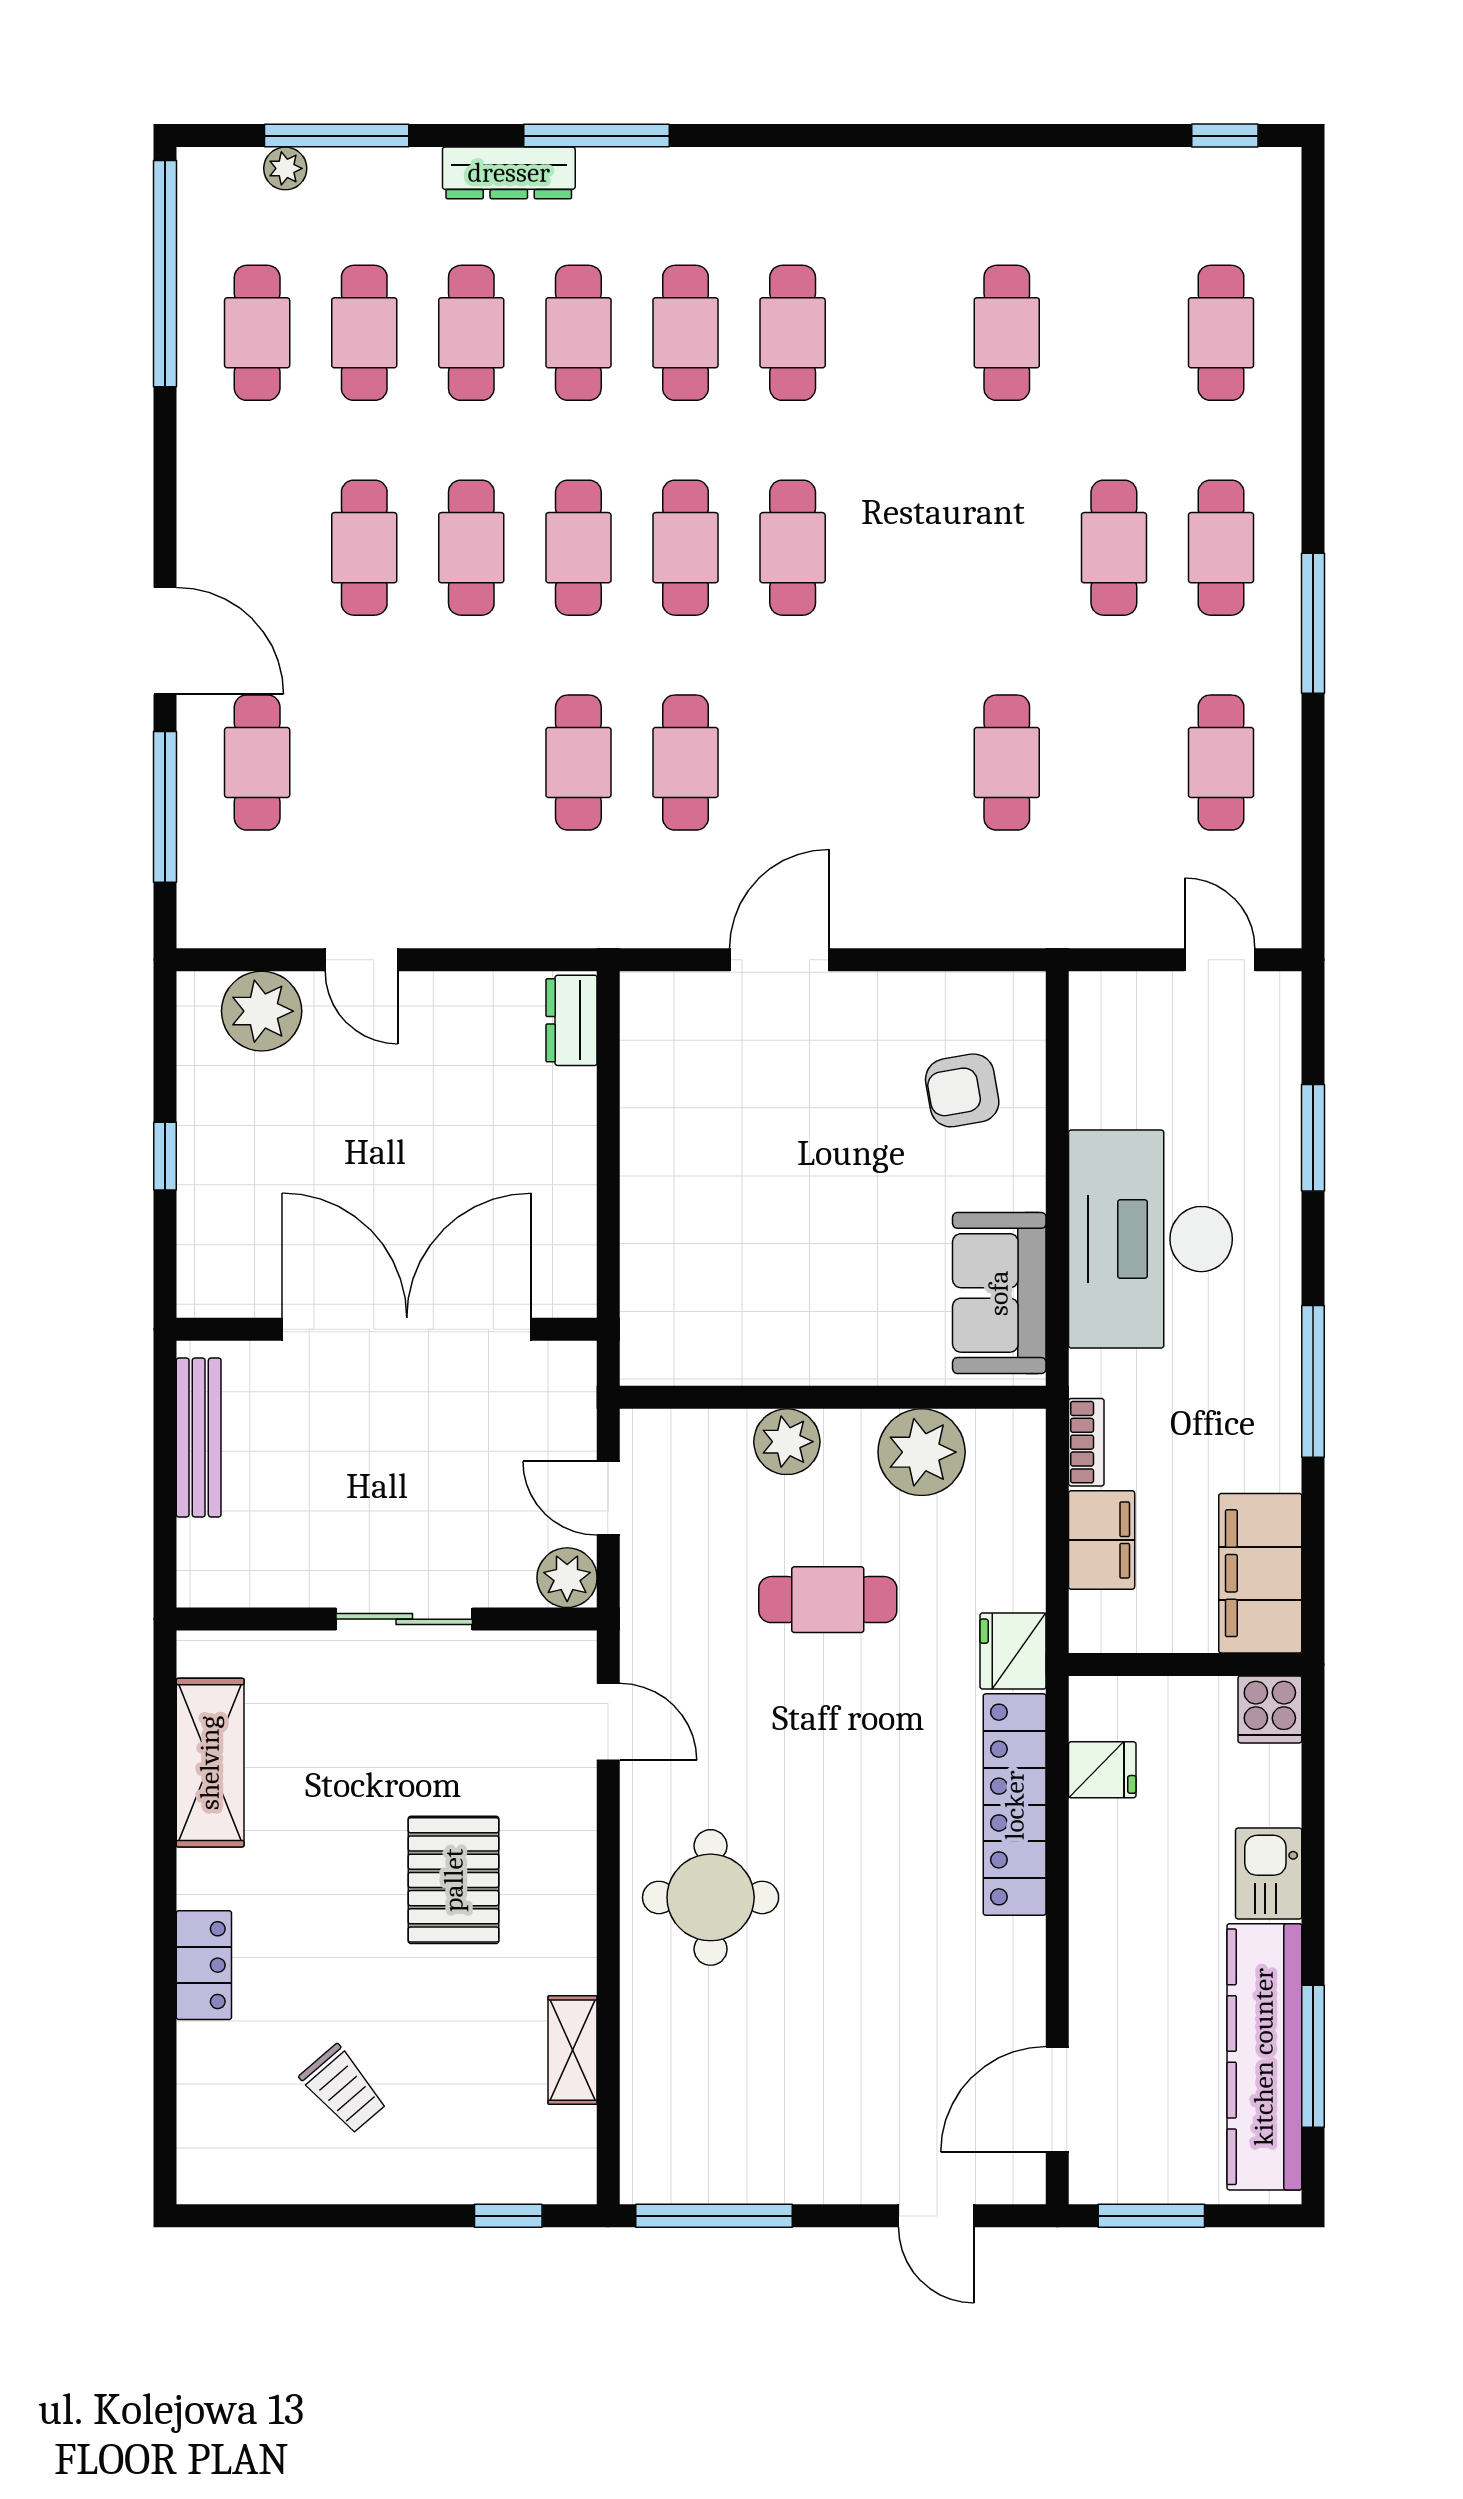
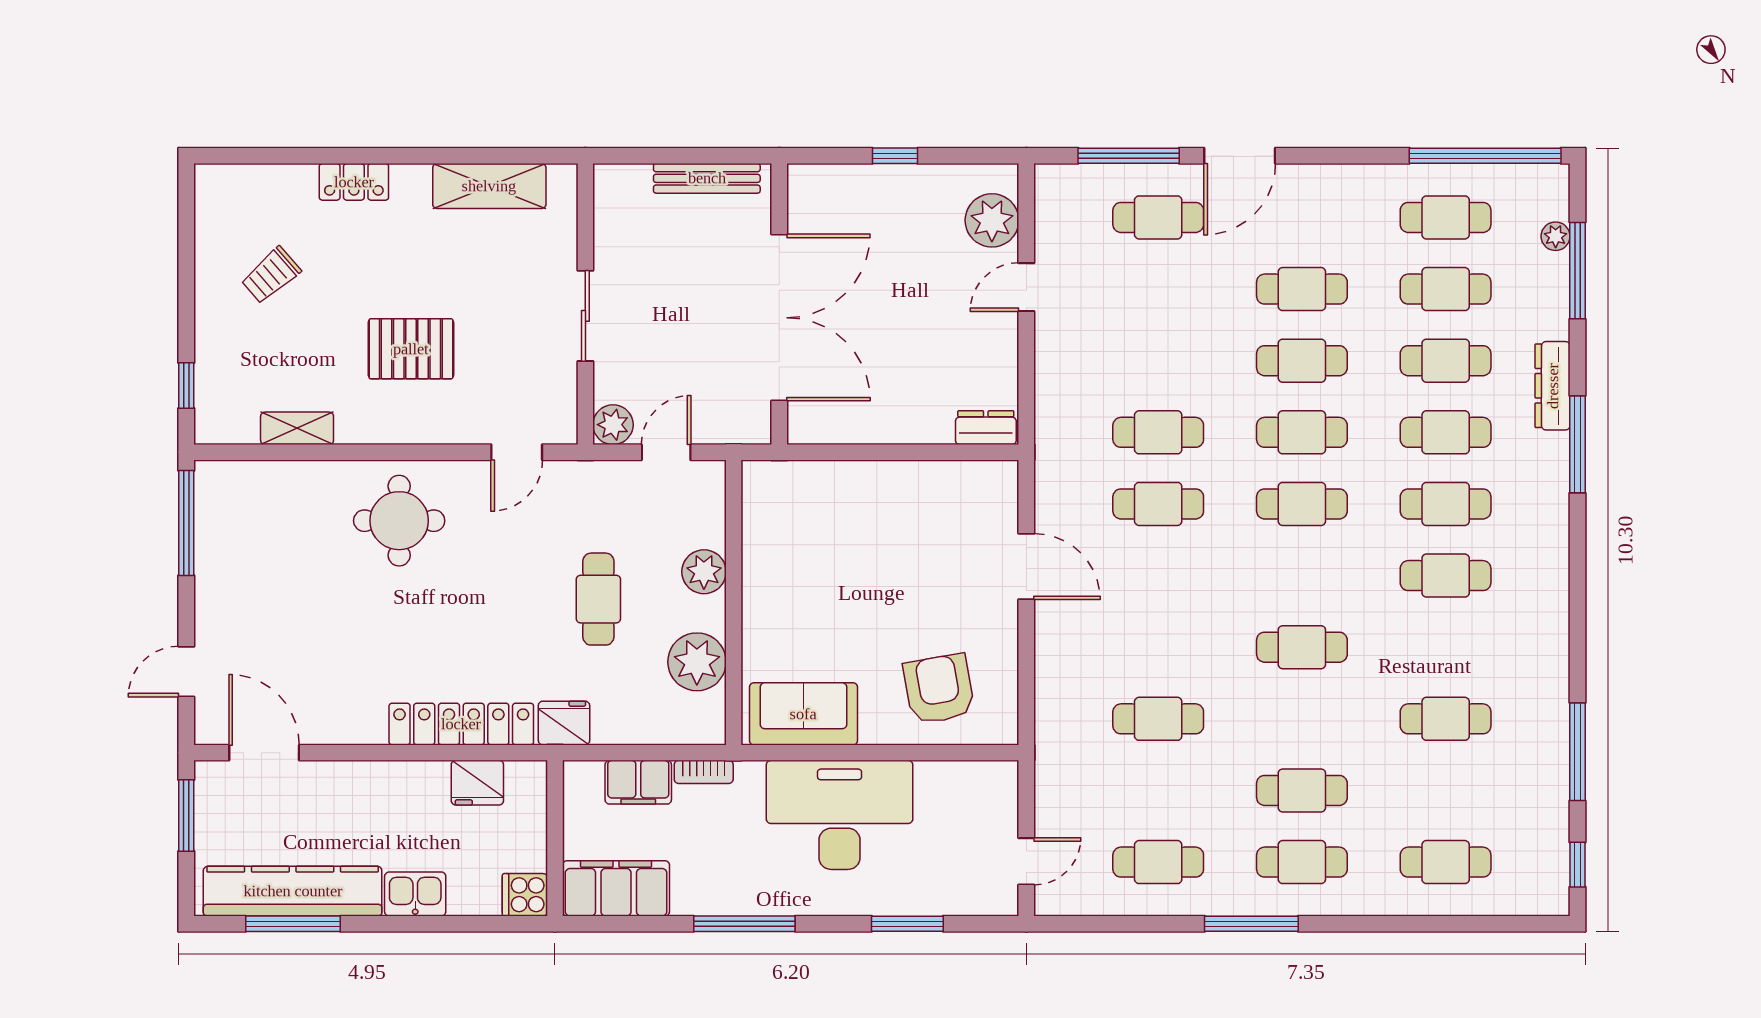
window: (1056, 136) -> (1577, 752), added
cafe table: (793, 548) -> (1302, 647), moved
armchair: (962, 1090) -> (939, 689), width x1.38, depth x1.38
fridge: (1102, 1770) -> (477, 783), width x1.38

